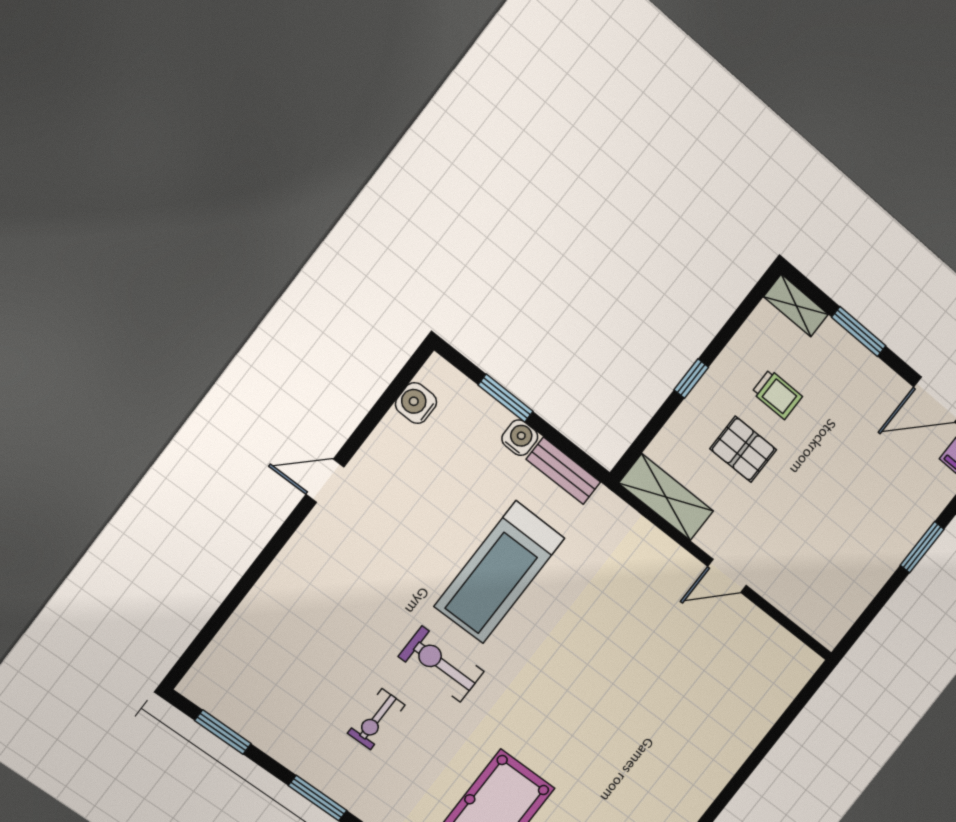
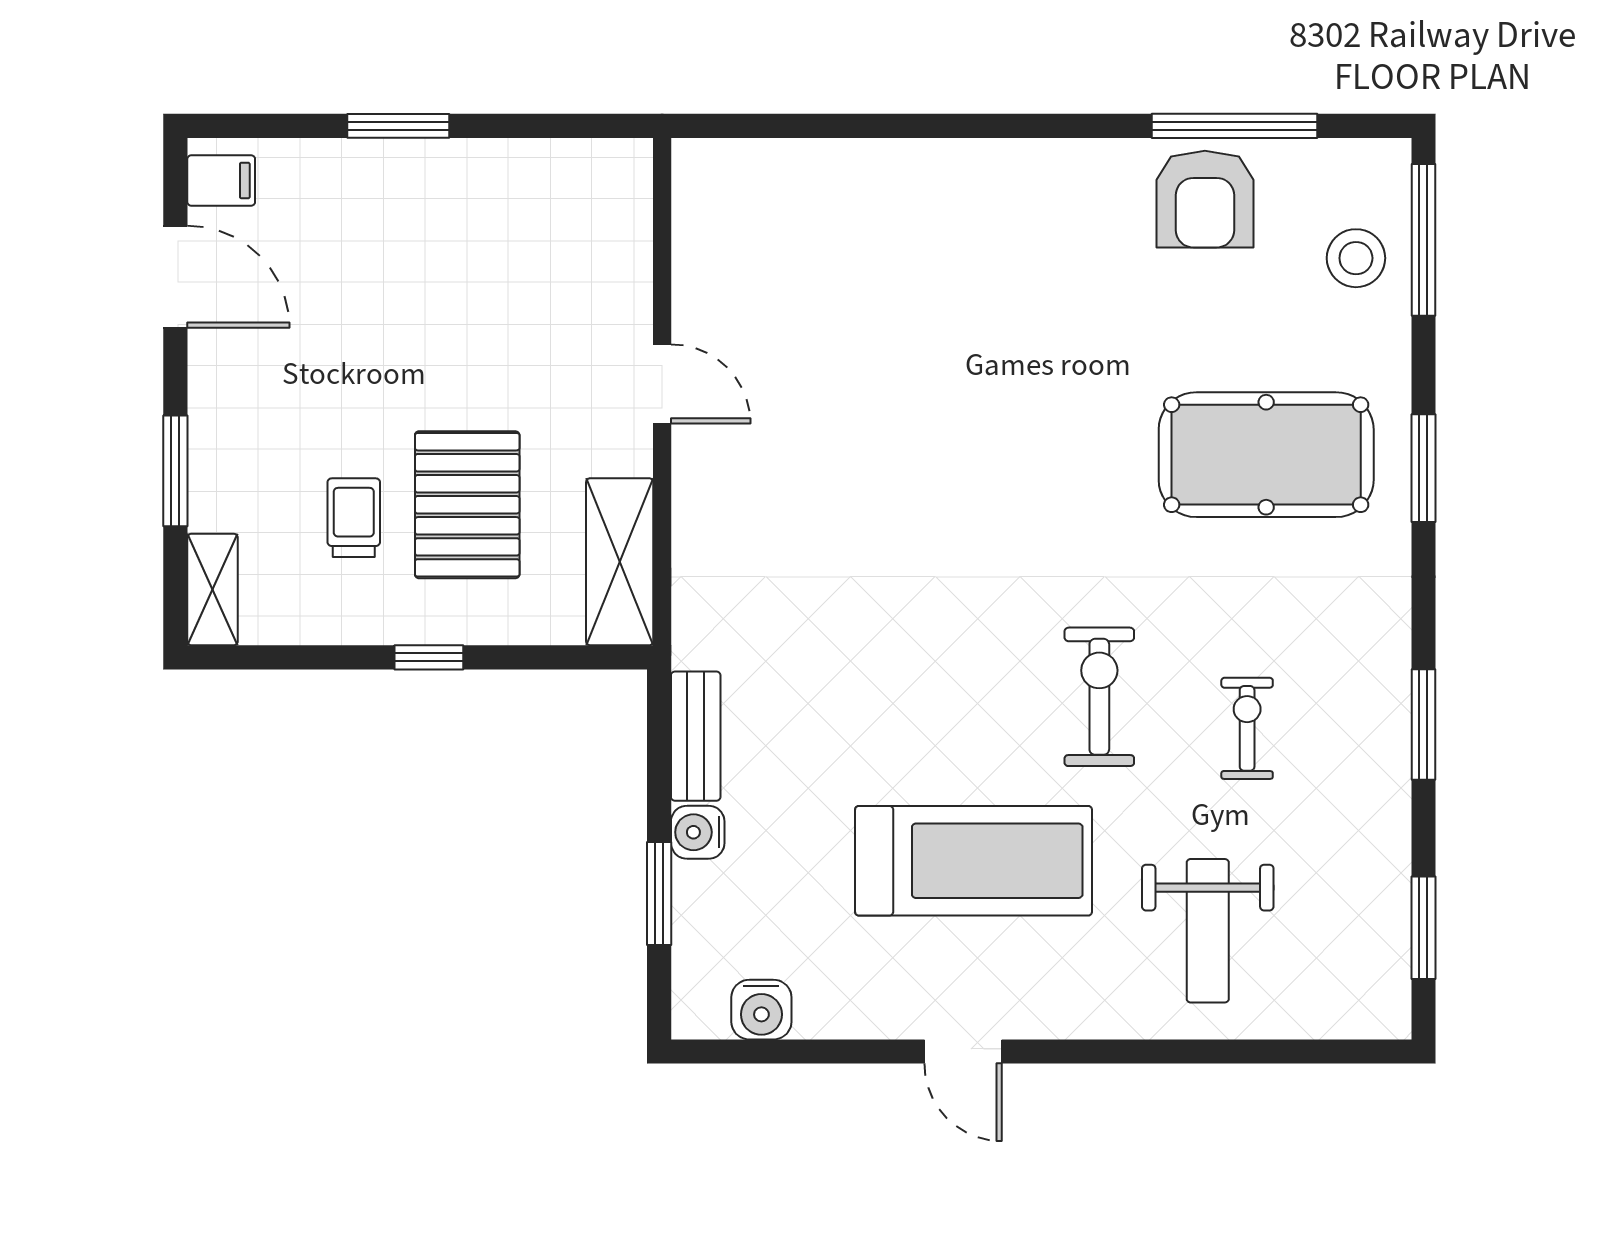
pallet: (743, 449) -> (467, 505), width x1.50, depth x1.42
treadmill: (499, 572) -> (974, 861), moved
weight bench: (296, 634) -> (1208, 931), added
exercise bike: (441, 664) -> (1099, 697), turned 180
exercise bike: (376, 719) -> (1247, 728), turned -90

